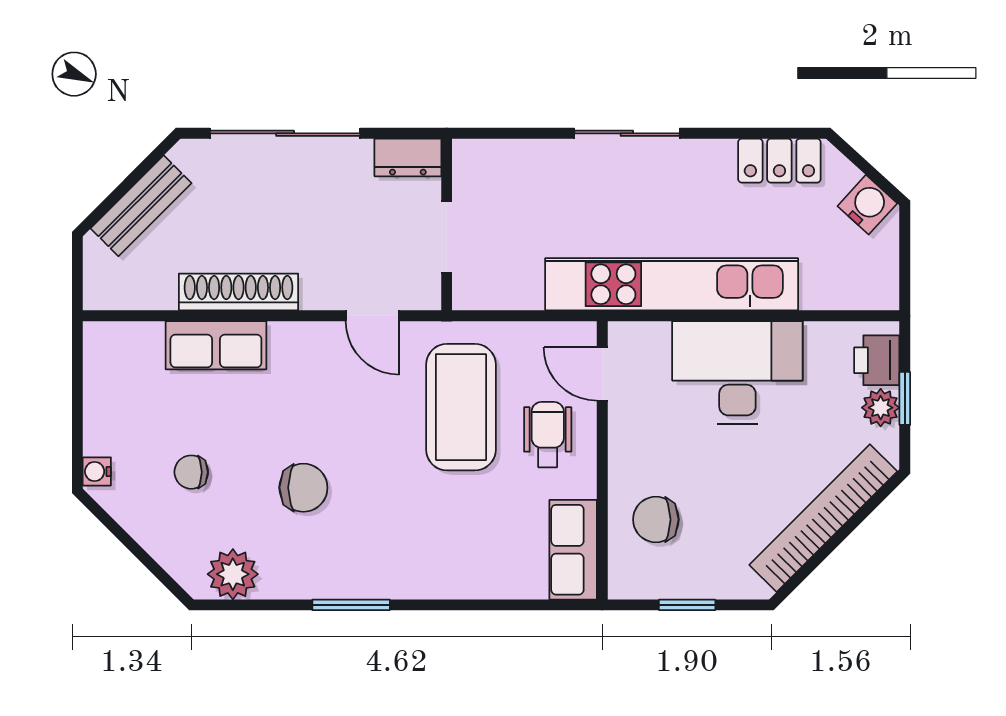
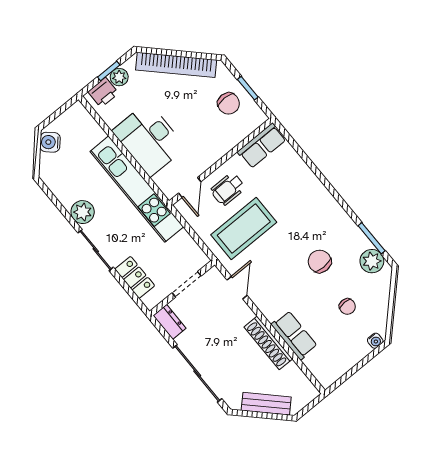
locker: (779, 161) -> (135, 277), moved
plant: (708, 163) -> (83, 212), added
chair: (656, 520) -> (229, 103), moved
window: (351, 605) -> (372, 238), moved

